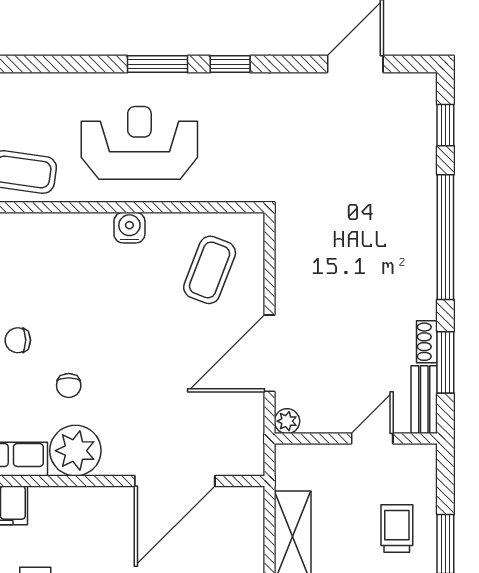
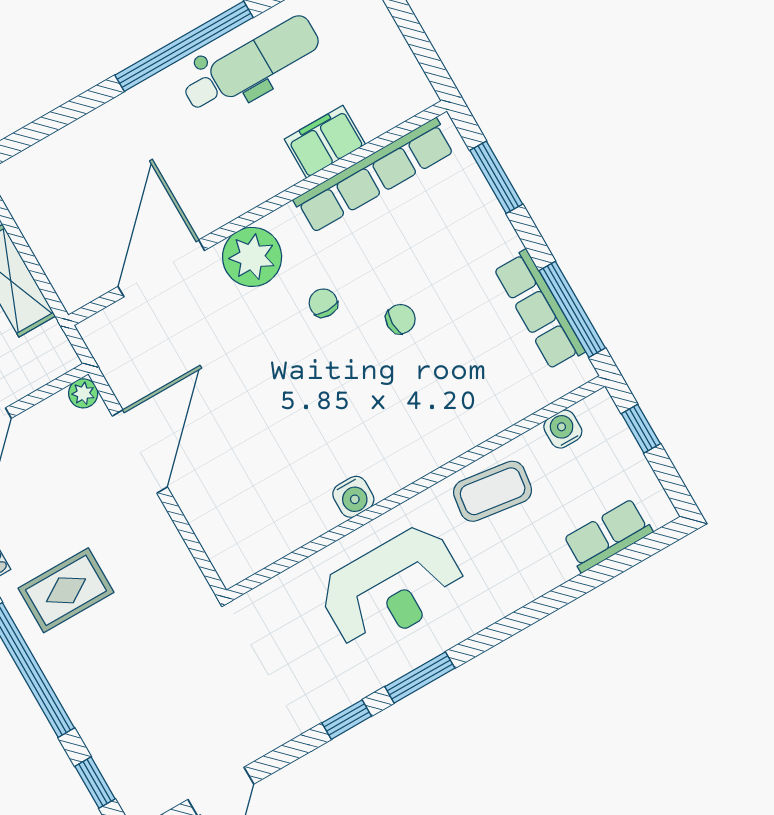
coffee table: (210, 270) -> (248, 501), removed
rug: (384, 281) -> (66, 590), added
plant: (75, 451) -> (252, 257), moved

